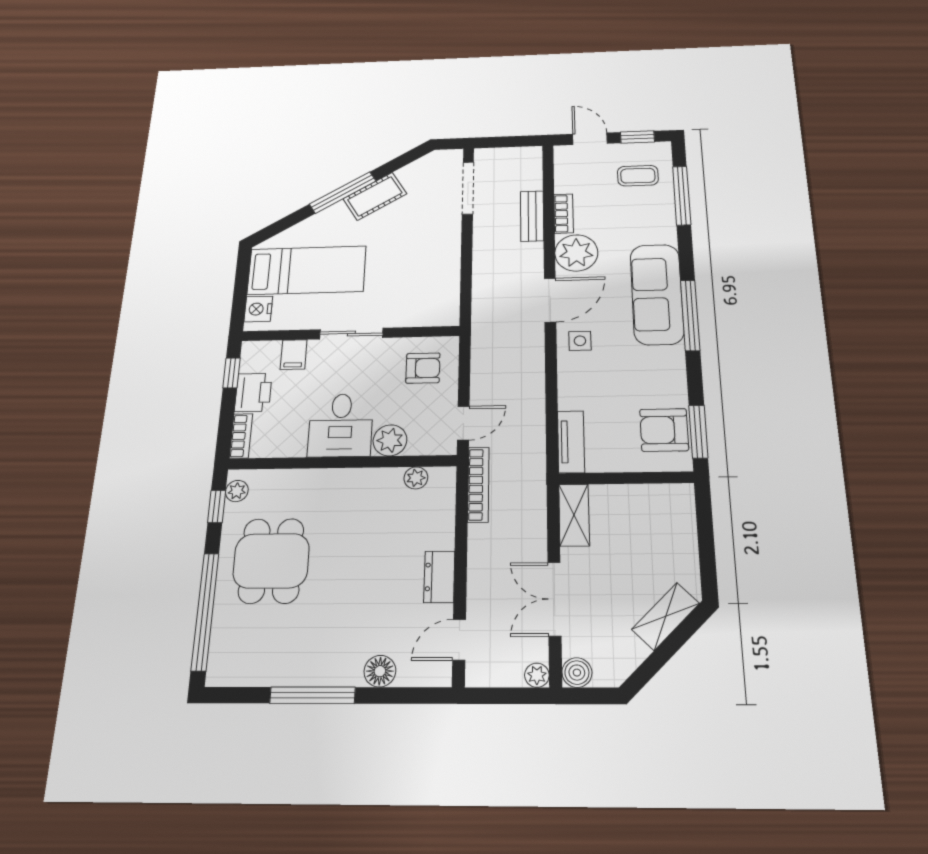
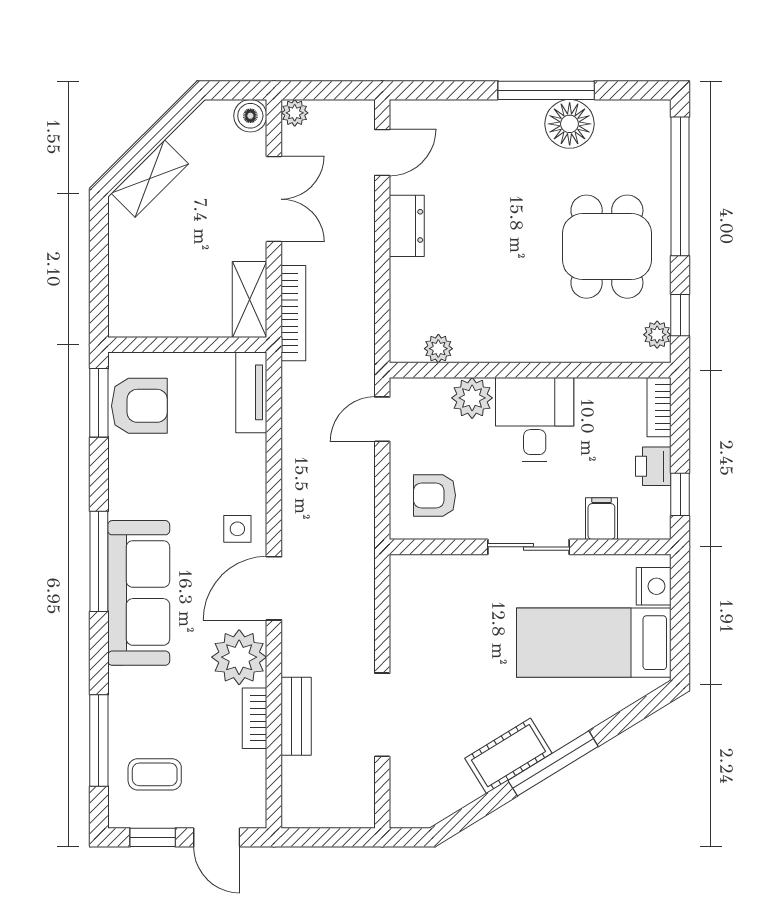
doorway: (468, 188) -> (382, 715), moved
printer: (253, 392) -> (653, 466), width x0.73, depth x0.81
bookcase: (478, 484) -> (293, 313), moved, turned 180
floor lamp: (380, 671) -> (570, 124), moved, width x1.38, depth x1.38

